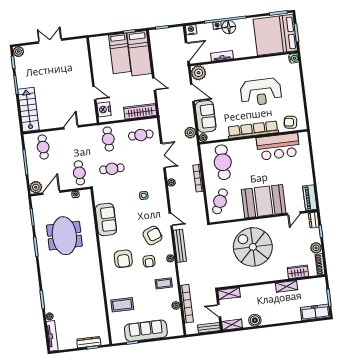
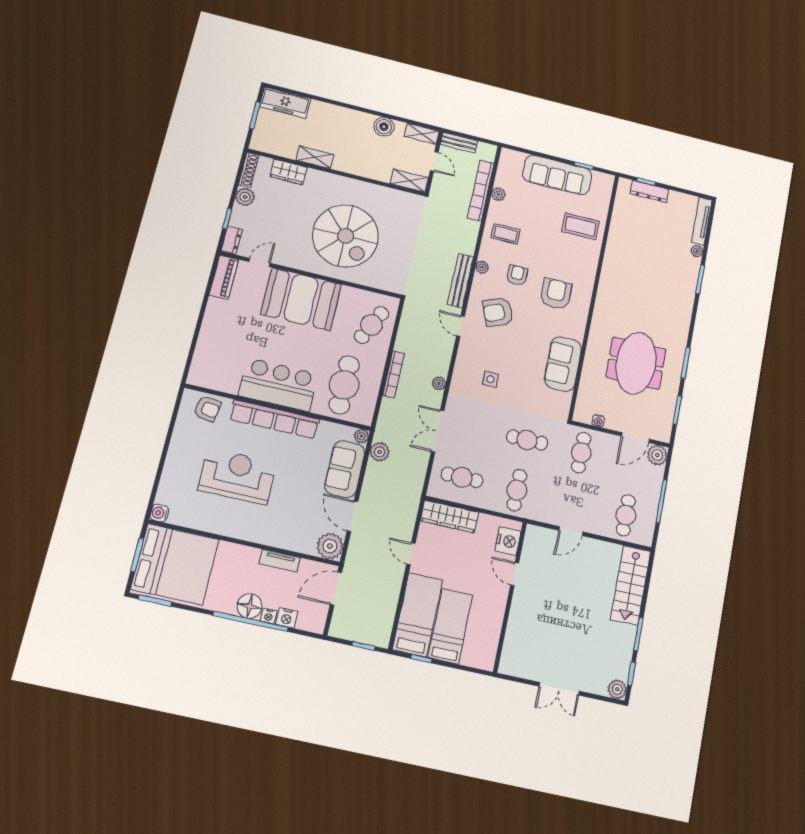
nightstand: (191, 30) -> (287, 618), moved
bar counter: (278, 147) -> (278, 385), moved

